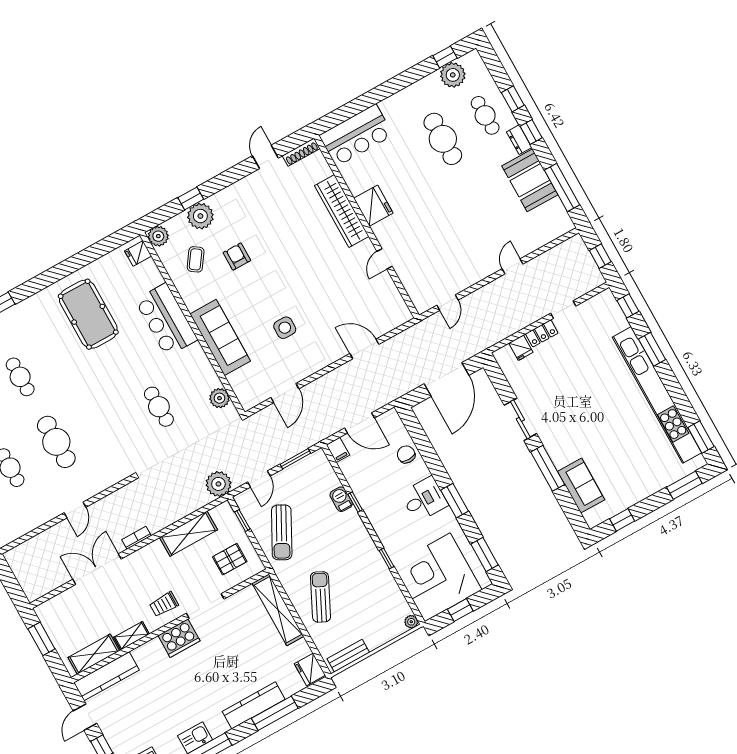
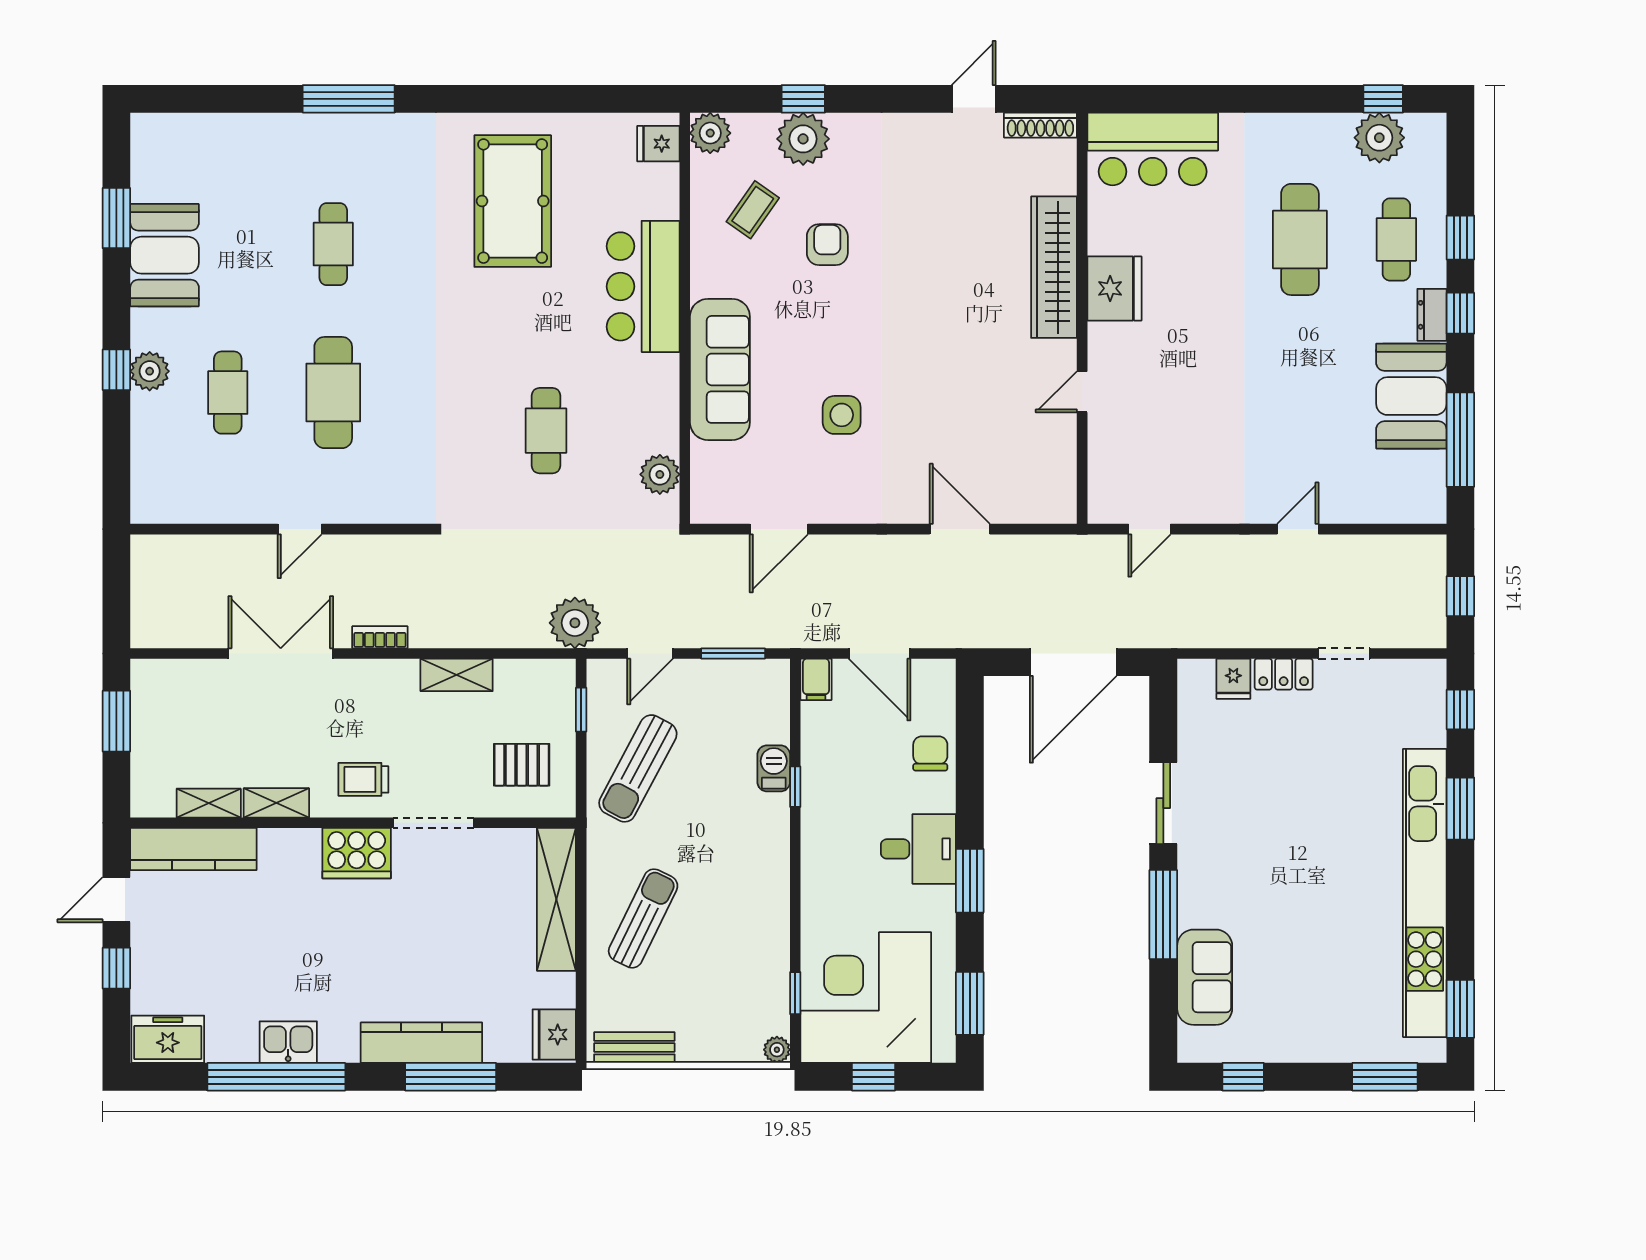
shelving: (189, 534) -> (457, 675), width x0.67, depth x0.75
window: (387, 559) -> (795, 993), moved
shelving: (94, 654) -> (209, 803), width x0.67, depth x0.75

